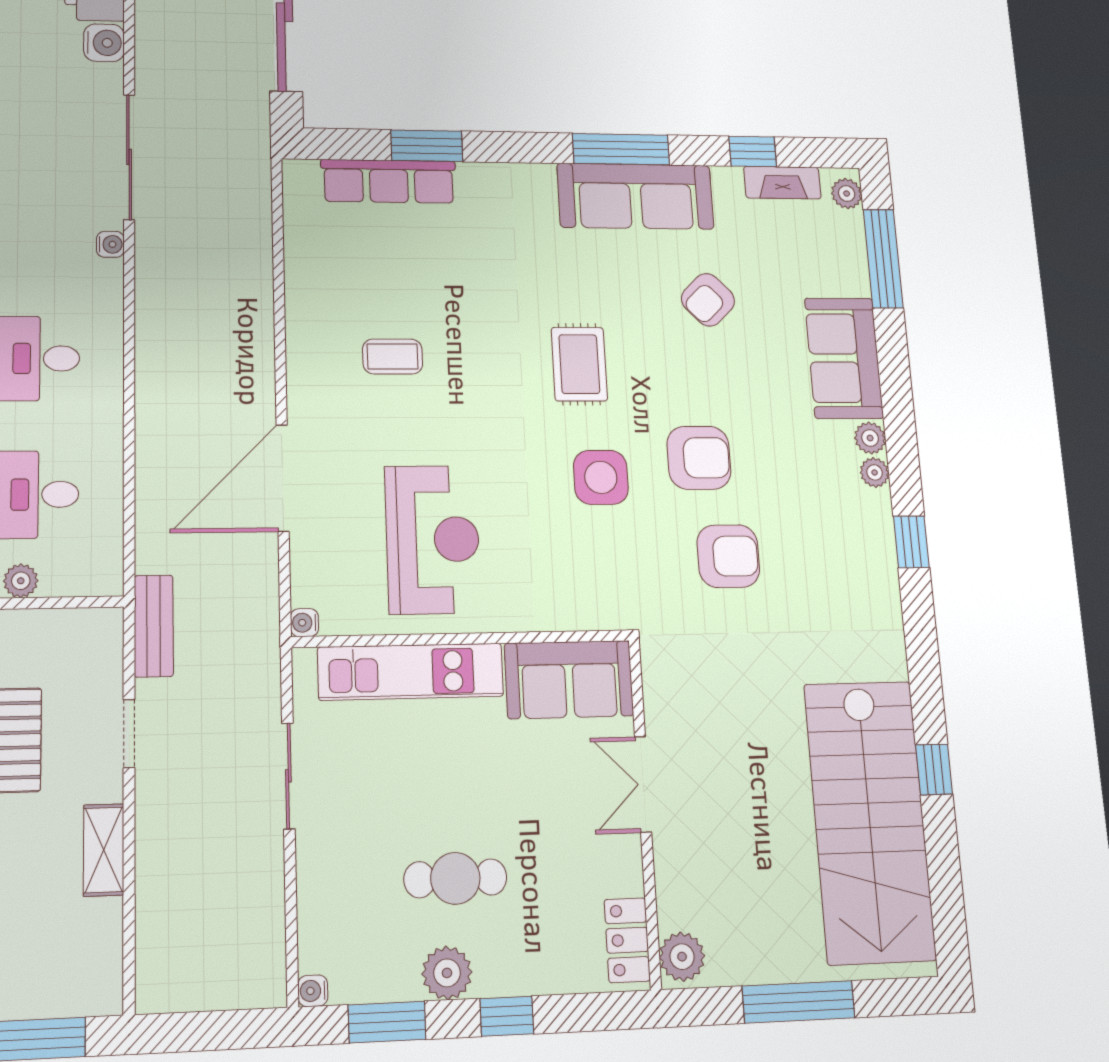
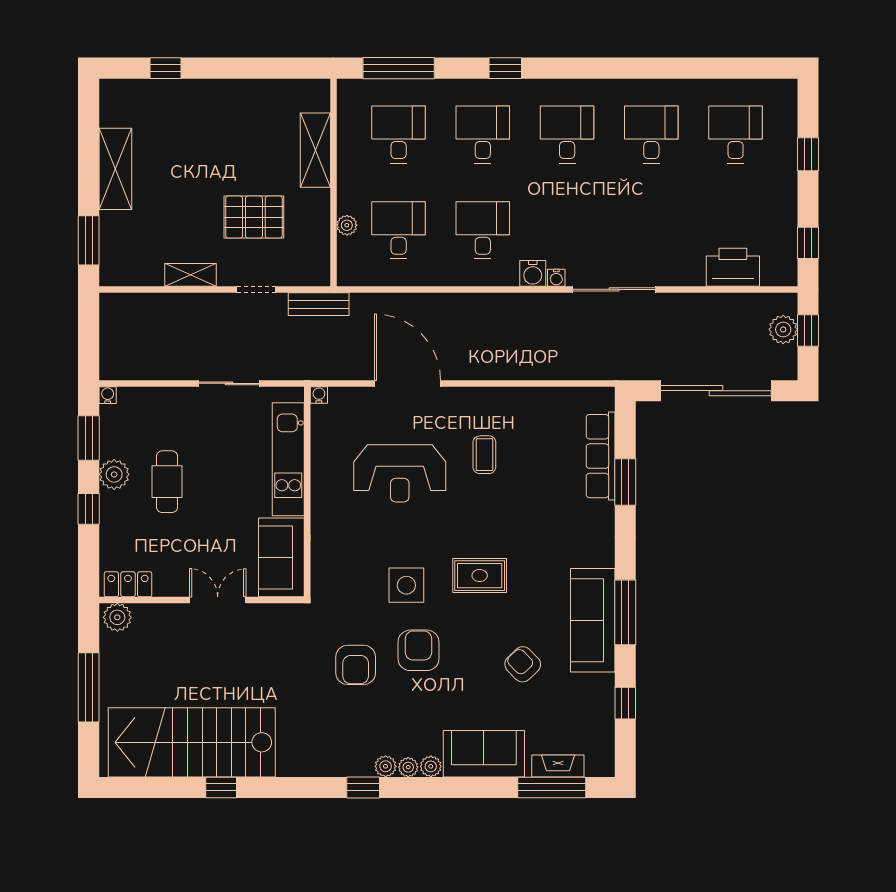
water cooler: (104, 43) -> (533, 273), moved
fireplace: (782, 183) -> (558, 766), moved, turned 90
plant: (847, 194) -> (386, 766), moved
armchair: (699, 458) -> (418, 650), turned 180
reception desk: (433, 539) -> (400, 473), moved

